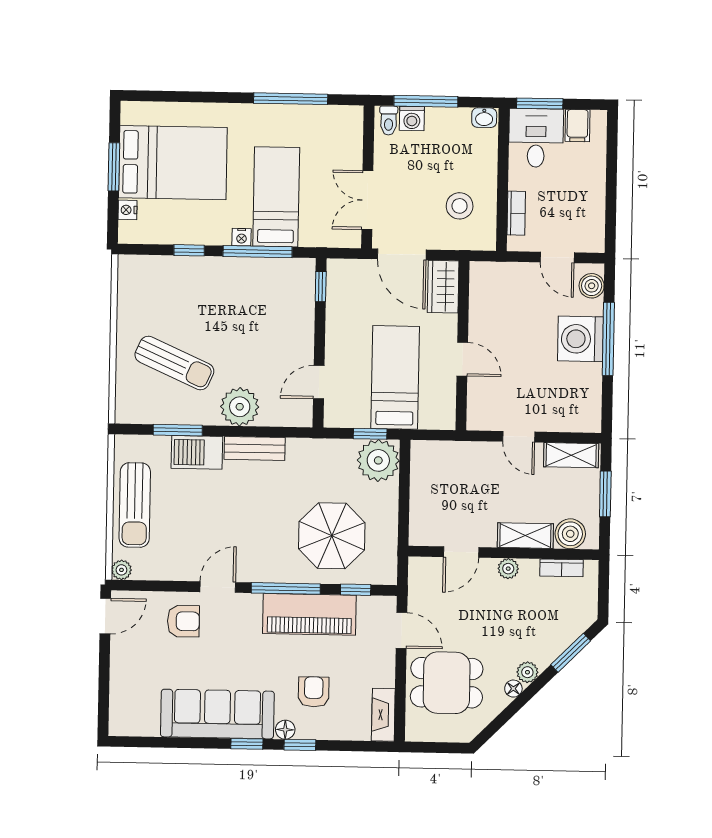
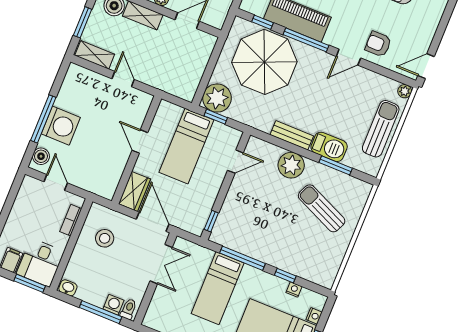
nightstand: (242, 237) -> (294, 289), moved
parasol: (332, 536) -> (264, 62), width x1.36, depth x1.36

